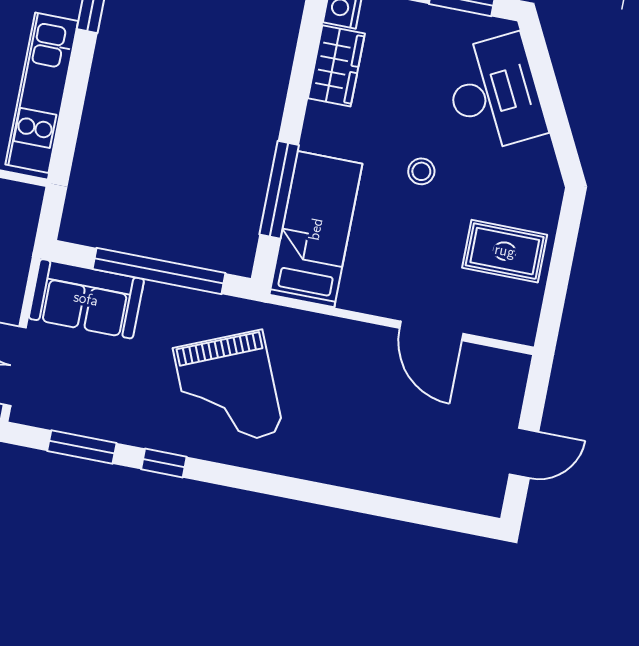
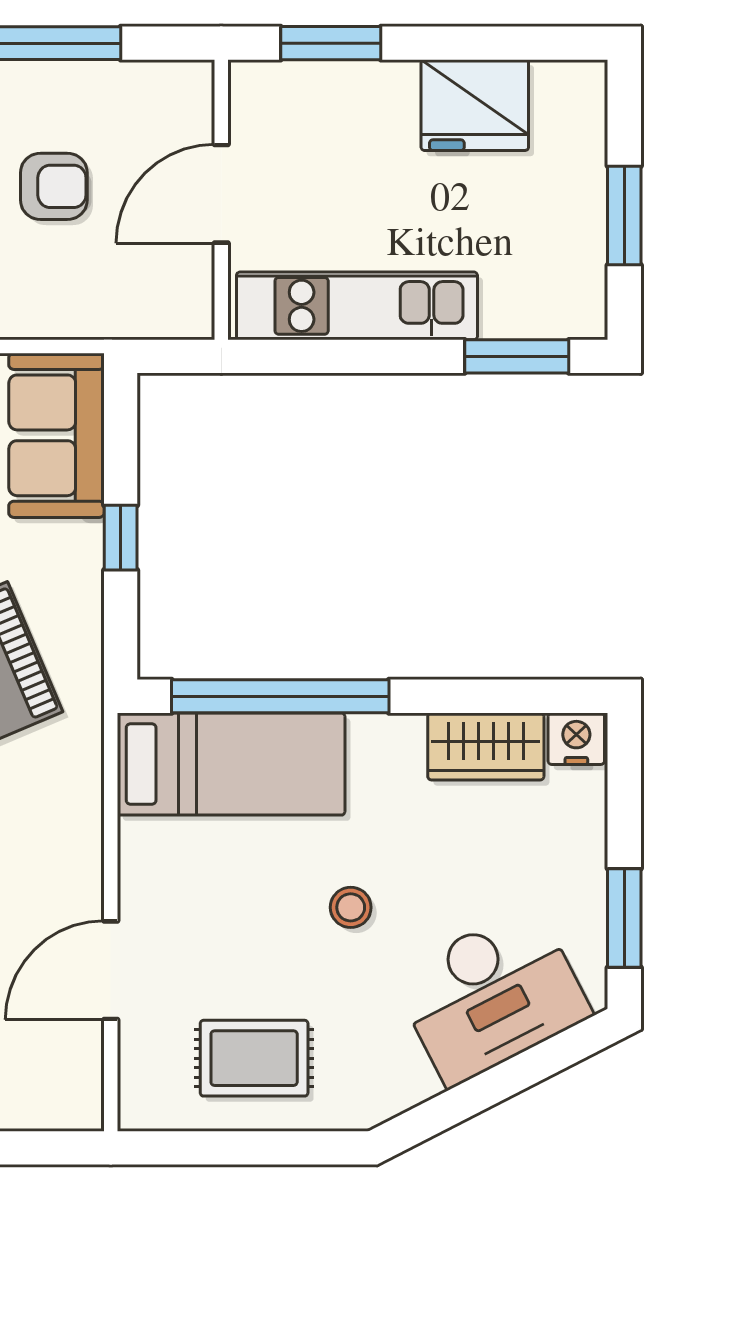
window: (279, 190) -> (280, 696), width x1.46
rug: (505, 251) -> (254, 1058), turned 90
window: (159, 271) -> (121, 538), width x0.32

